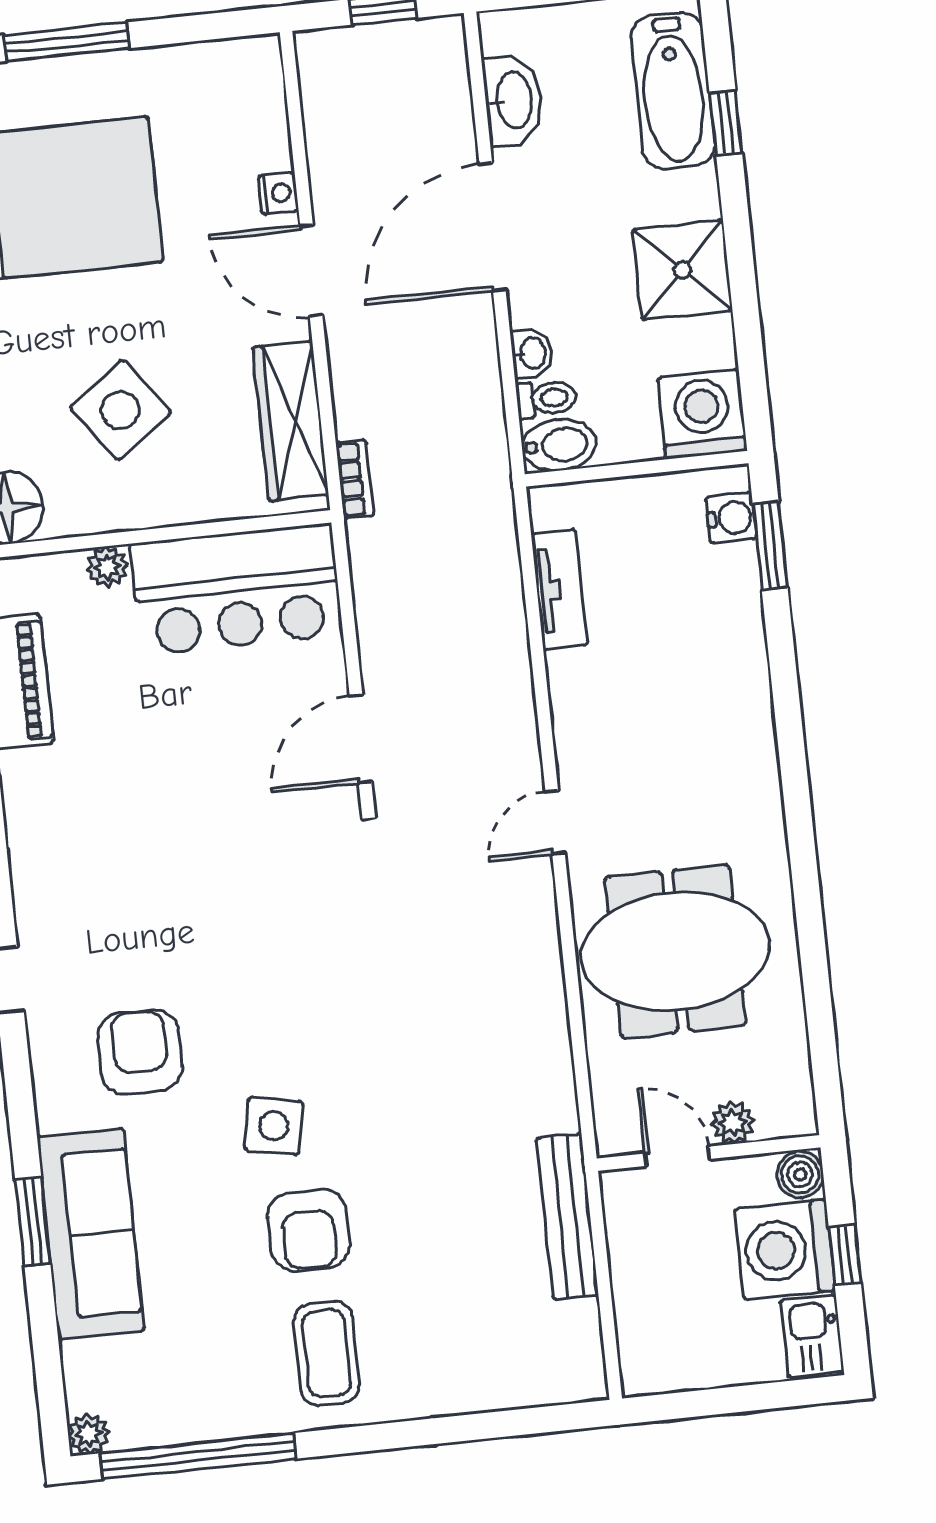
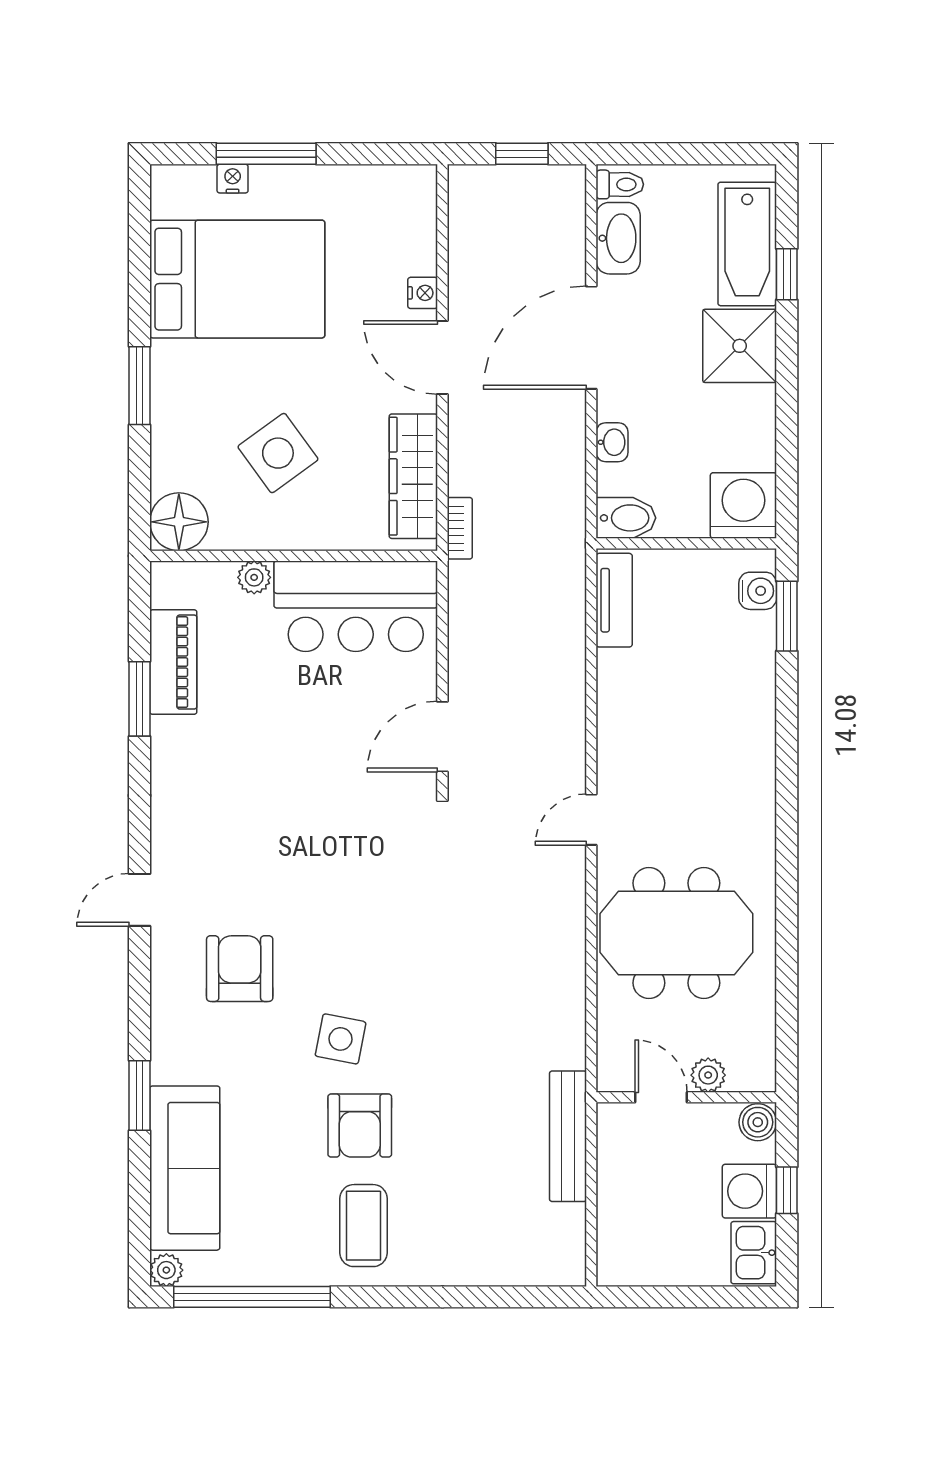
nightstand: (29, 77) -> (233, 179), added
shower: (682, 270) -> (740, 346), moved
toilet: (546, 398) -> (620, 184), moved
tv unit: (559, 589) -> (614, 600), moved
sofa: (91, 1234) -> (185, 1168), moved
washing machine: (785, 1250) -> (749, 1191), width x0.73, depth x0.73

